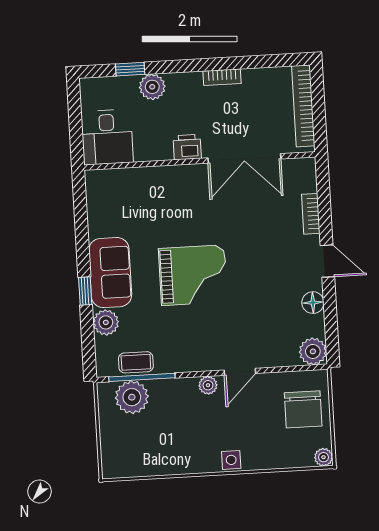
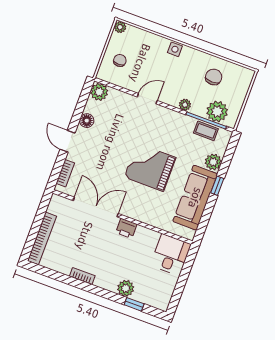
desk: (107, 137) -> (171, 255), moved
printer: (187, 147) -> (126, 228), moved
double door: (244, 158) -> (96, 207), moved
wall: (200, 161) -> (123, 217), moved
sofa: (110, 273) -> (195, 198), width x1.36
plant: (208, 385) -> (185, 105), moved
chair: (303, 409) -> (120, 60), width x0.54, depth x0.54
chair: (158, 444) -> (214, 77), added

